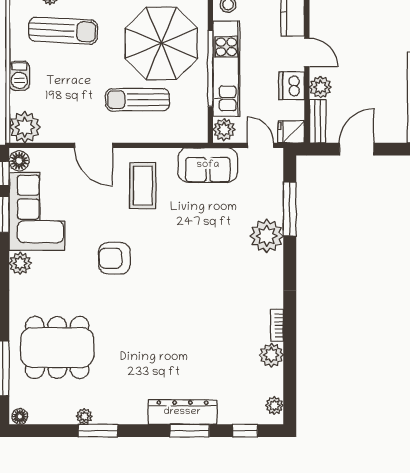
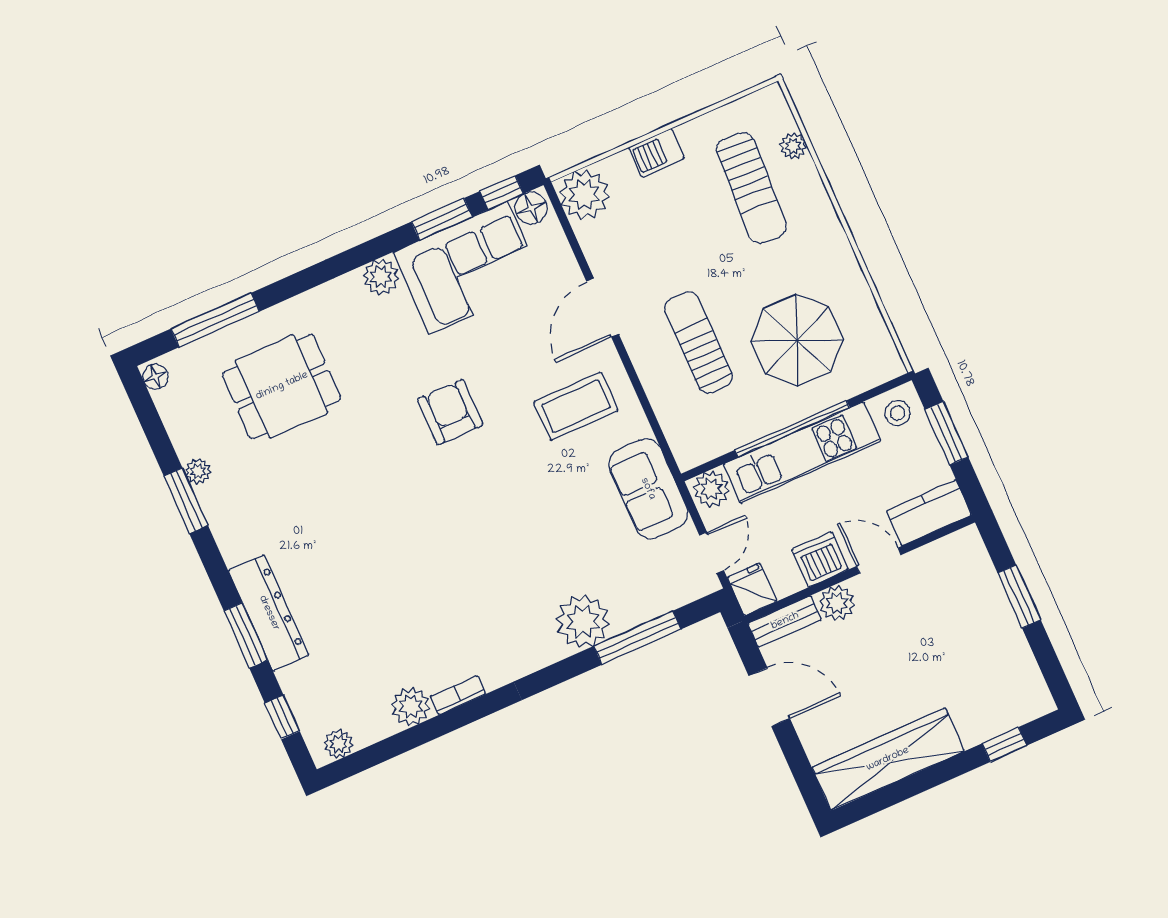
parasol: (161, 43) -> (797, 340), width x0.73, depth x0.73
door: (307, 52) -> (879, 561), swing flipped
dining table: (57, 347) -> (282, 386), width x0.73

